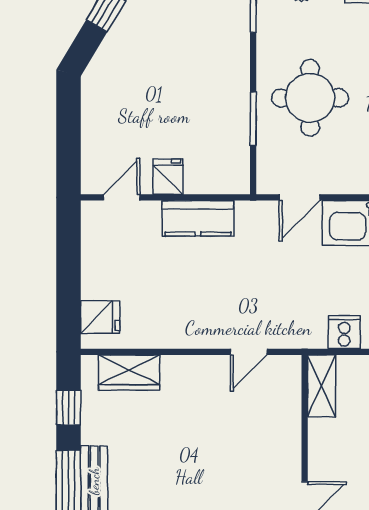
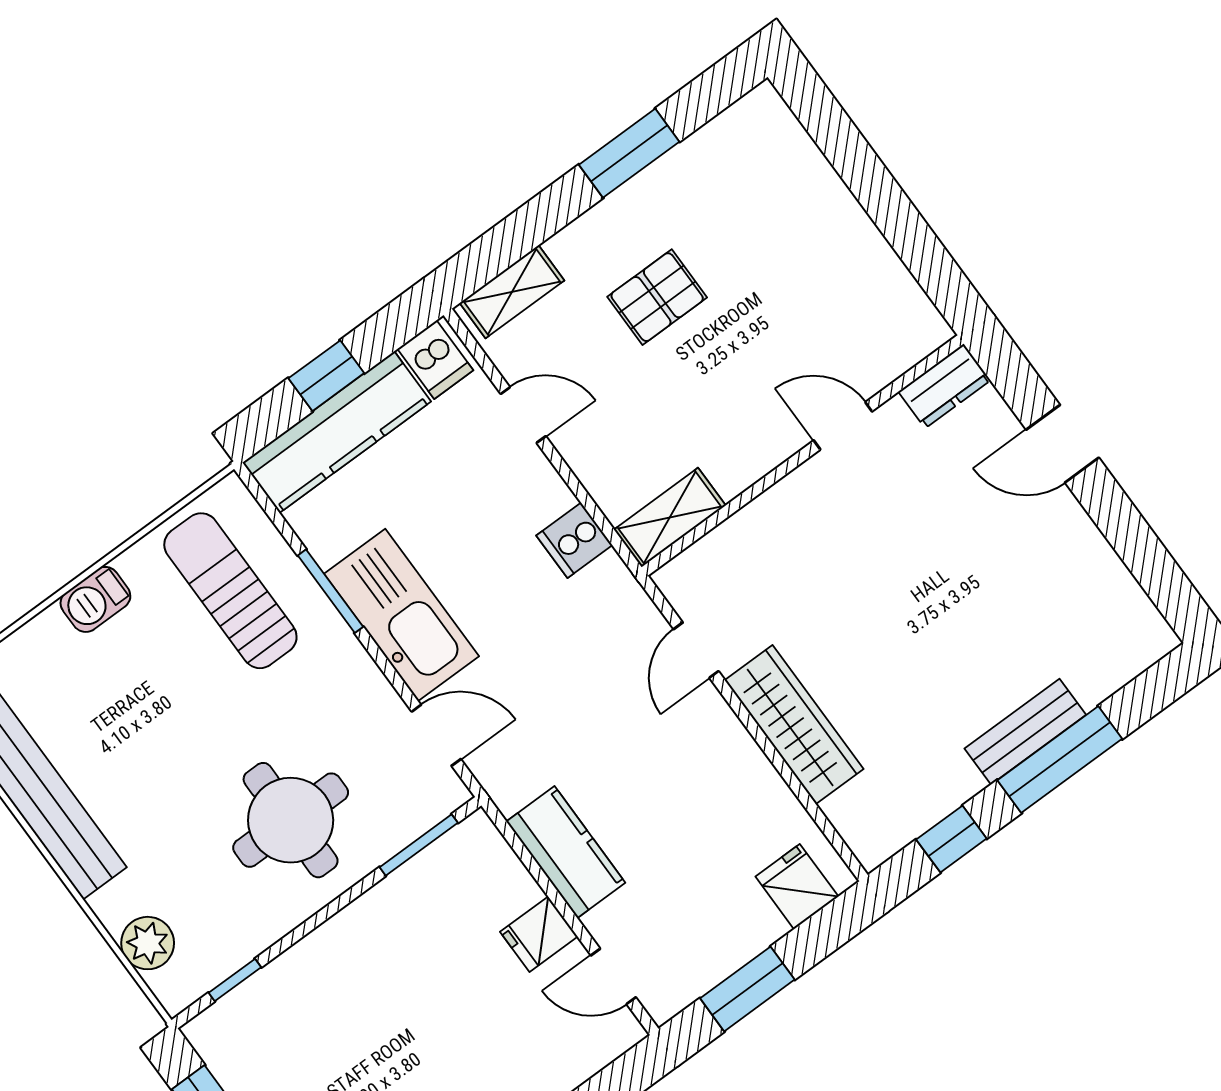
window: (253, 119) -> (419, 845), moved
window: (68, 257) -> (747, 989), added
door: (249, 352) -> (696, 650), swing flipped
wardrobe: (129, 373) -> (794, 725), moved, width x1.50

